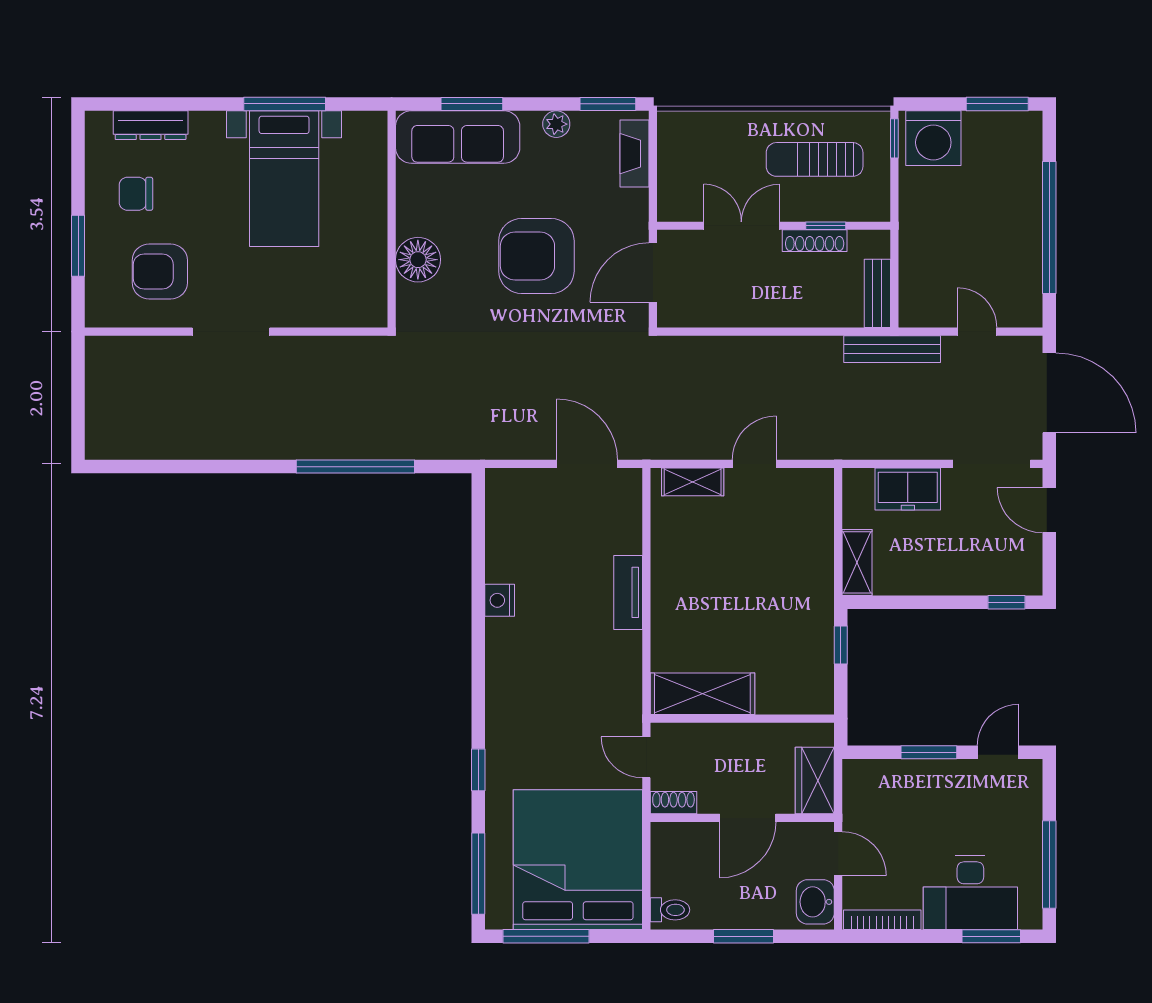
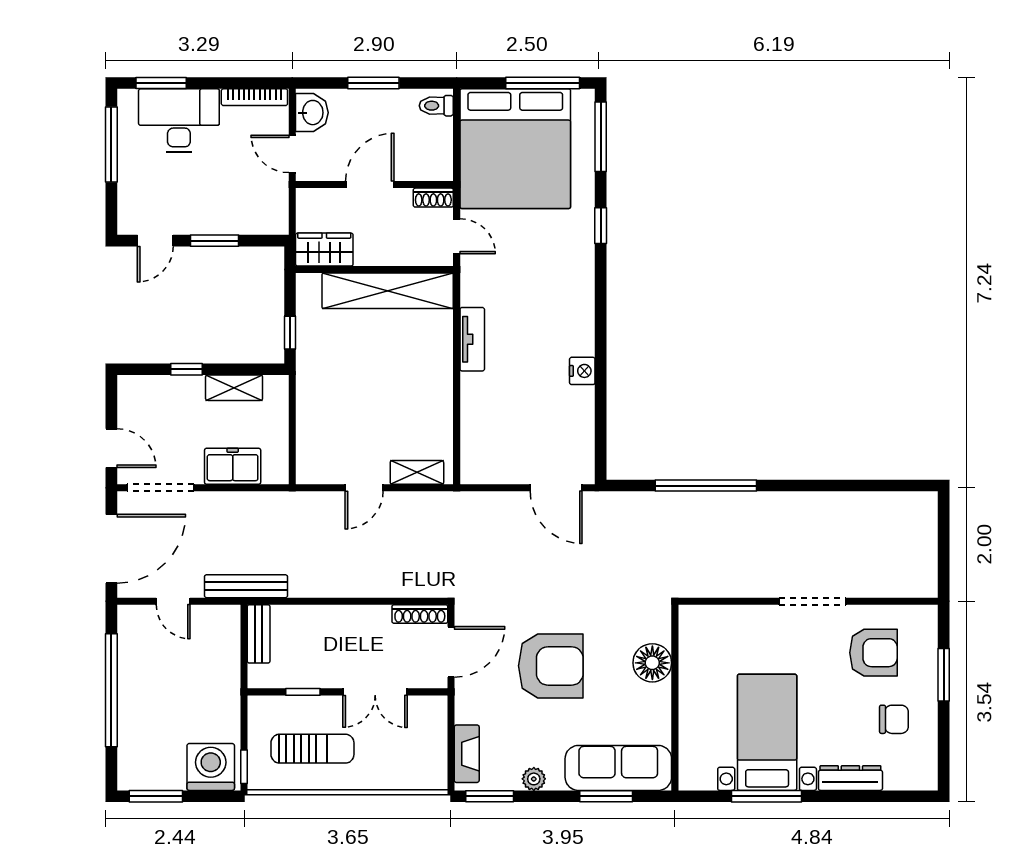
dresser: (151, 125) -> (850, 778), moved
shoe rack: (815, 241) -> (420, 614), moved, turned 180
door: (1049, 393) -> (111, 549), swing flipped
door: (587, 464) -> (556, 488), moved
shelving: (857, 562) -> (234, 388), moved, turned 90
tv unit: (628, 592) -> (472, 339), moved
window: (1006, 602) -> (187, 369), moved
shelving: (702, 694) -> (388, 291), width x1.47
wardrobe: (815, 780) -> (324, 250), moved, turned -90

